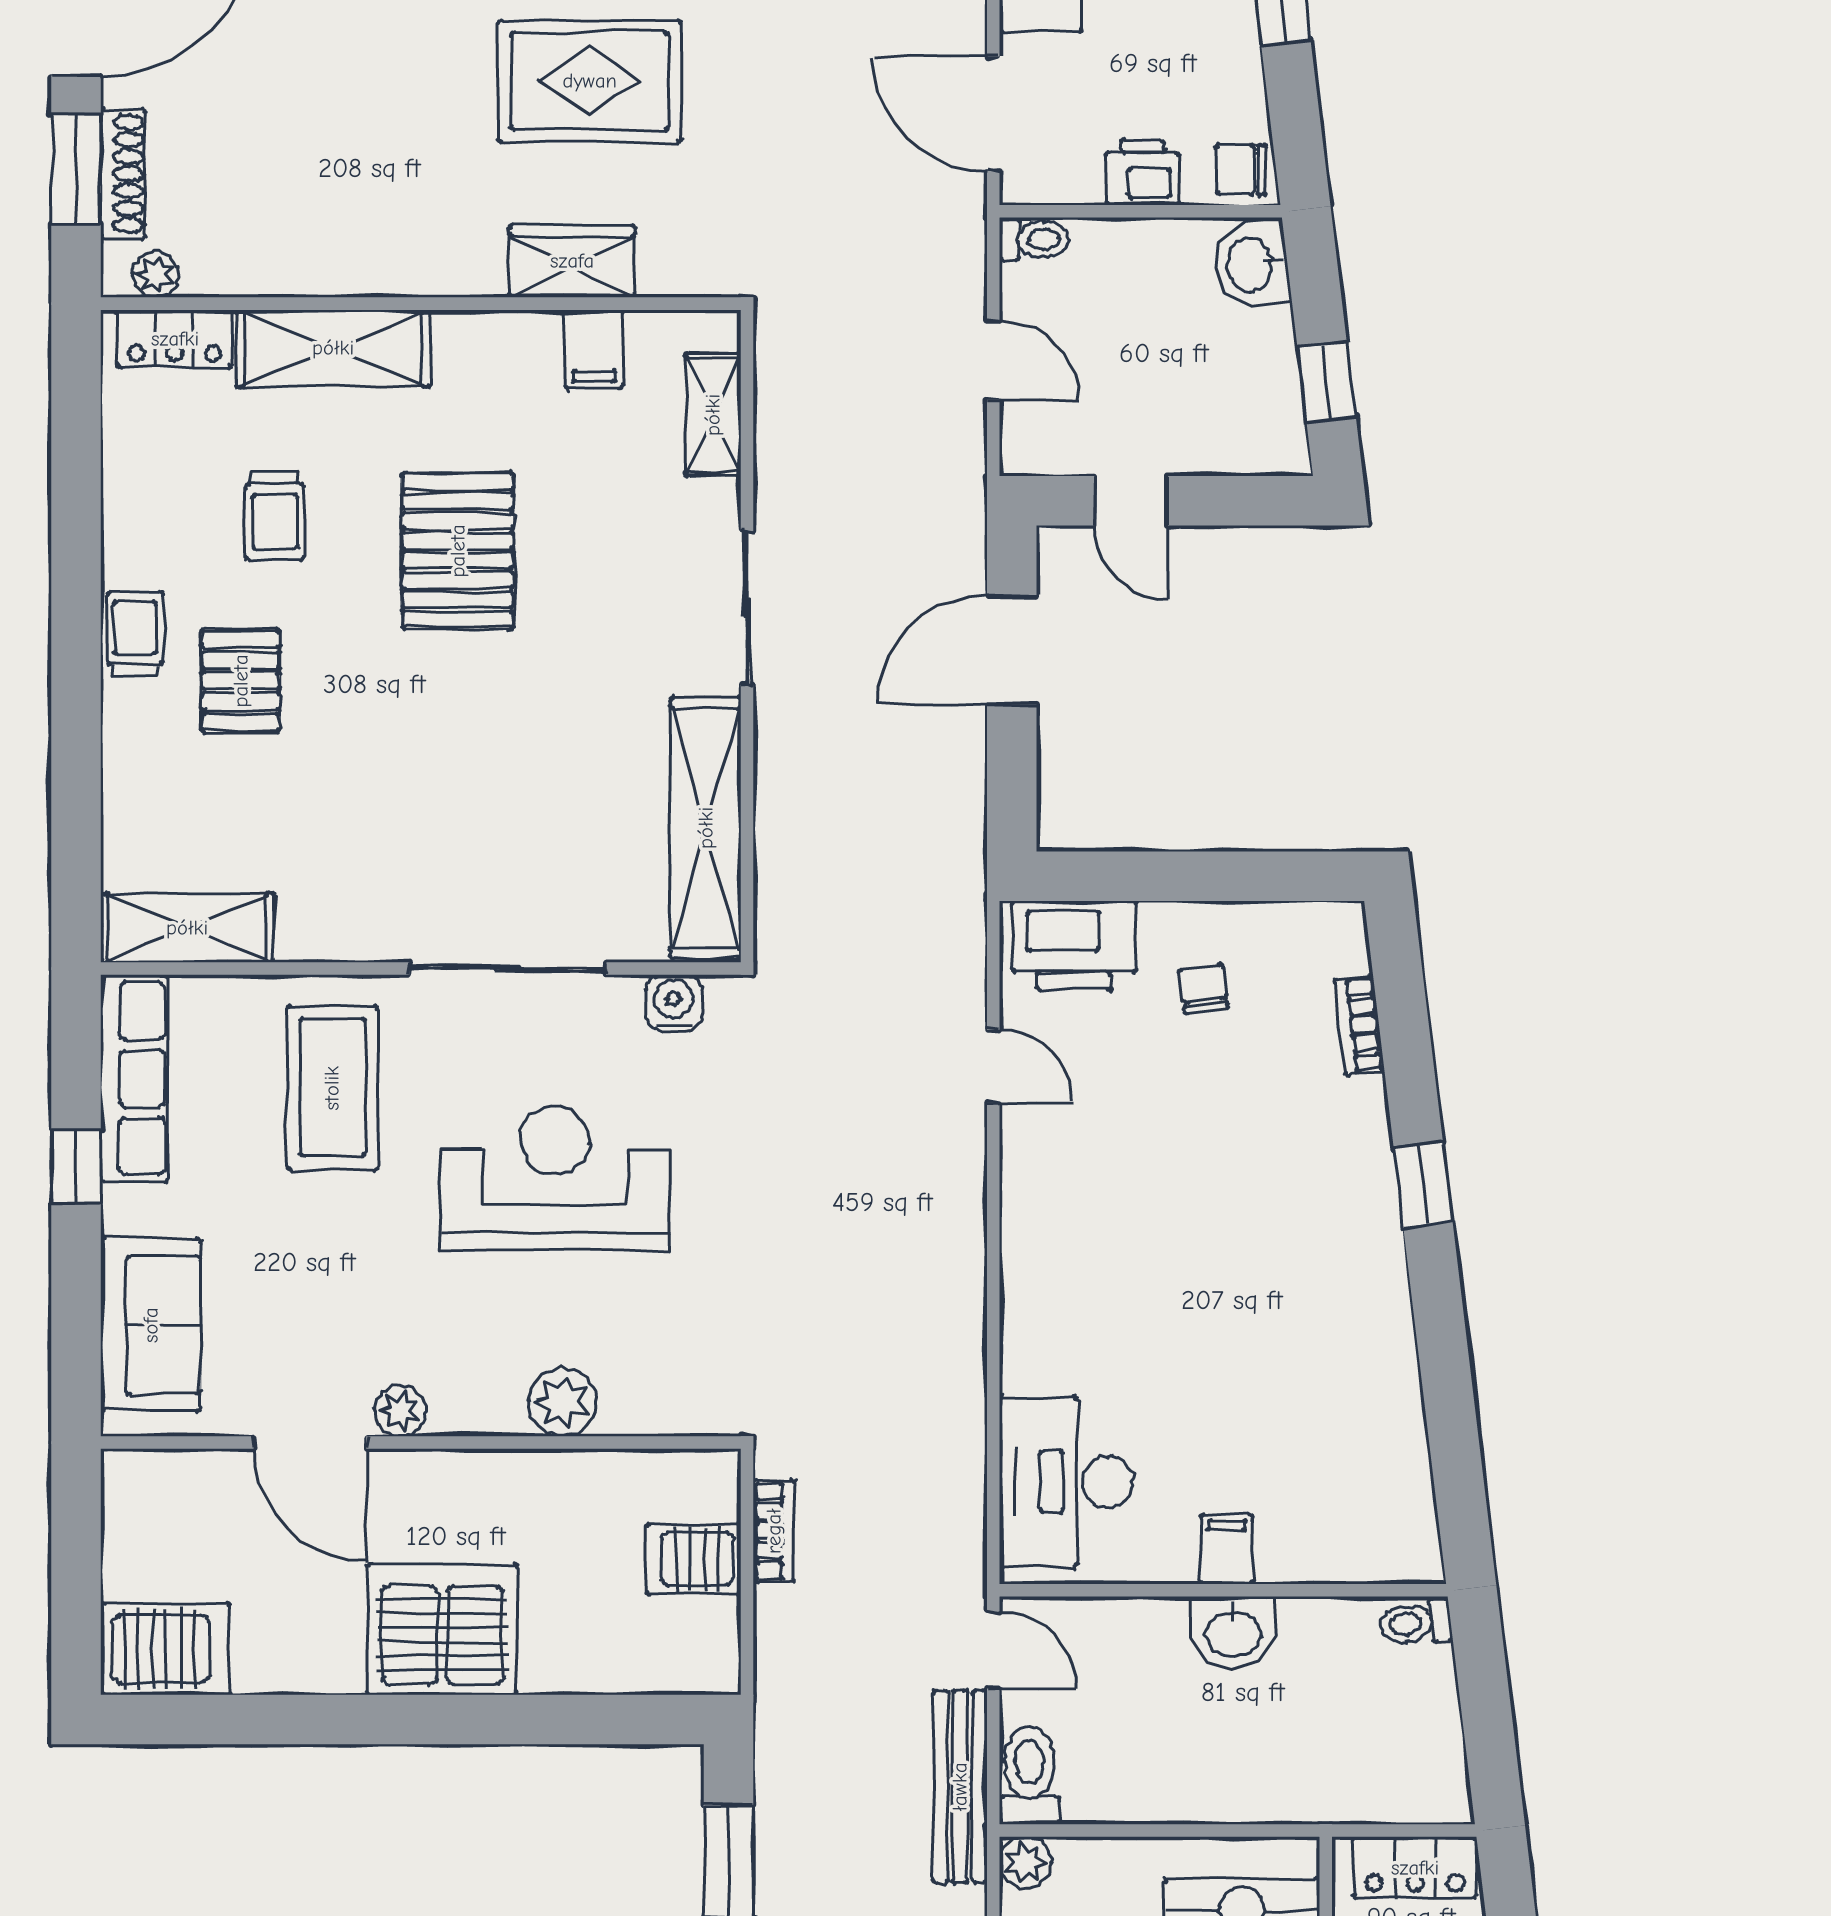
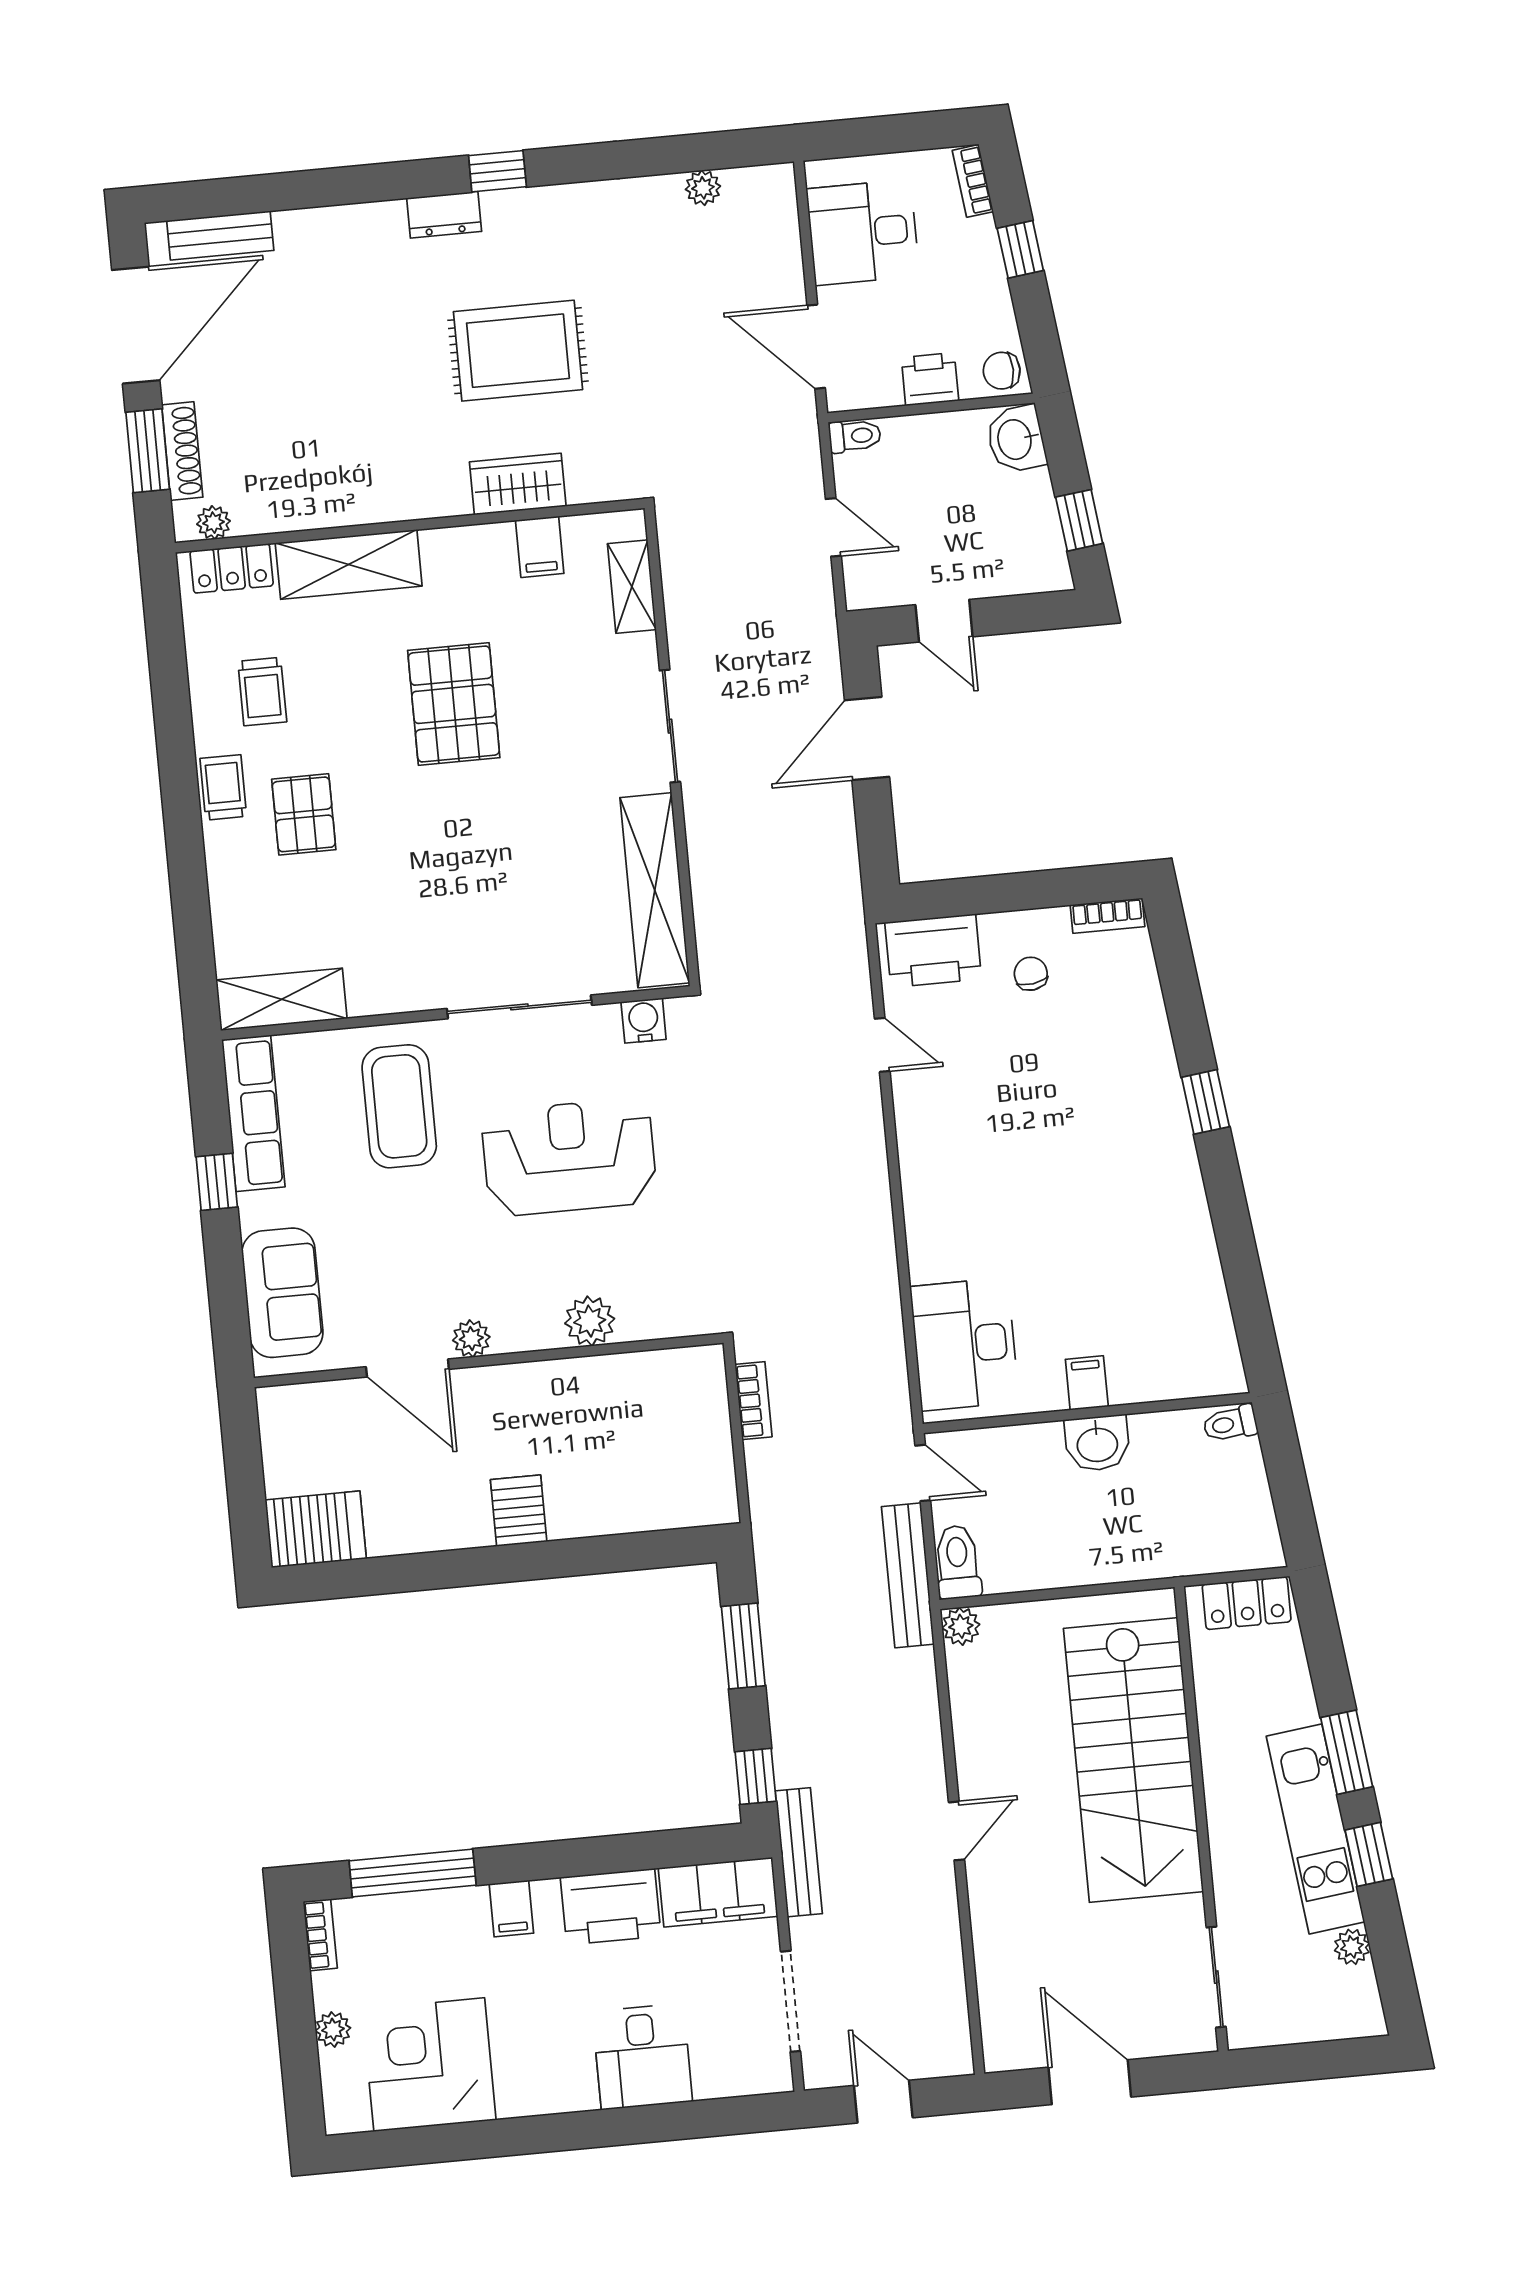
trolley: (275, 515) -> (262, 692), moved
bookcase: (1359, 1025) -> (1107, 916), moved, turned -83
server rack: (694, 1559) -> (697, 1427), removed
server rack: (442, 1630) -> (519, 1511), width x0.46, depth x0.70

